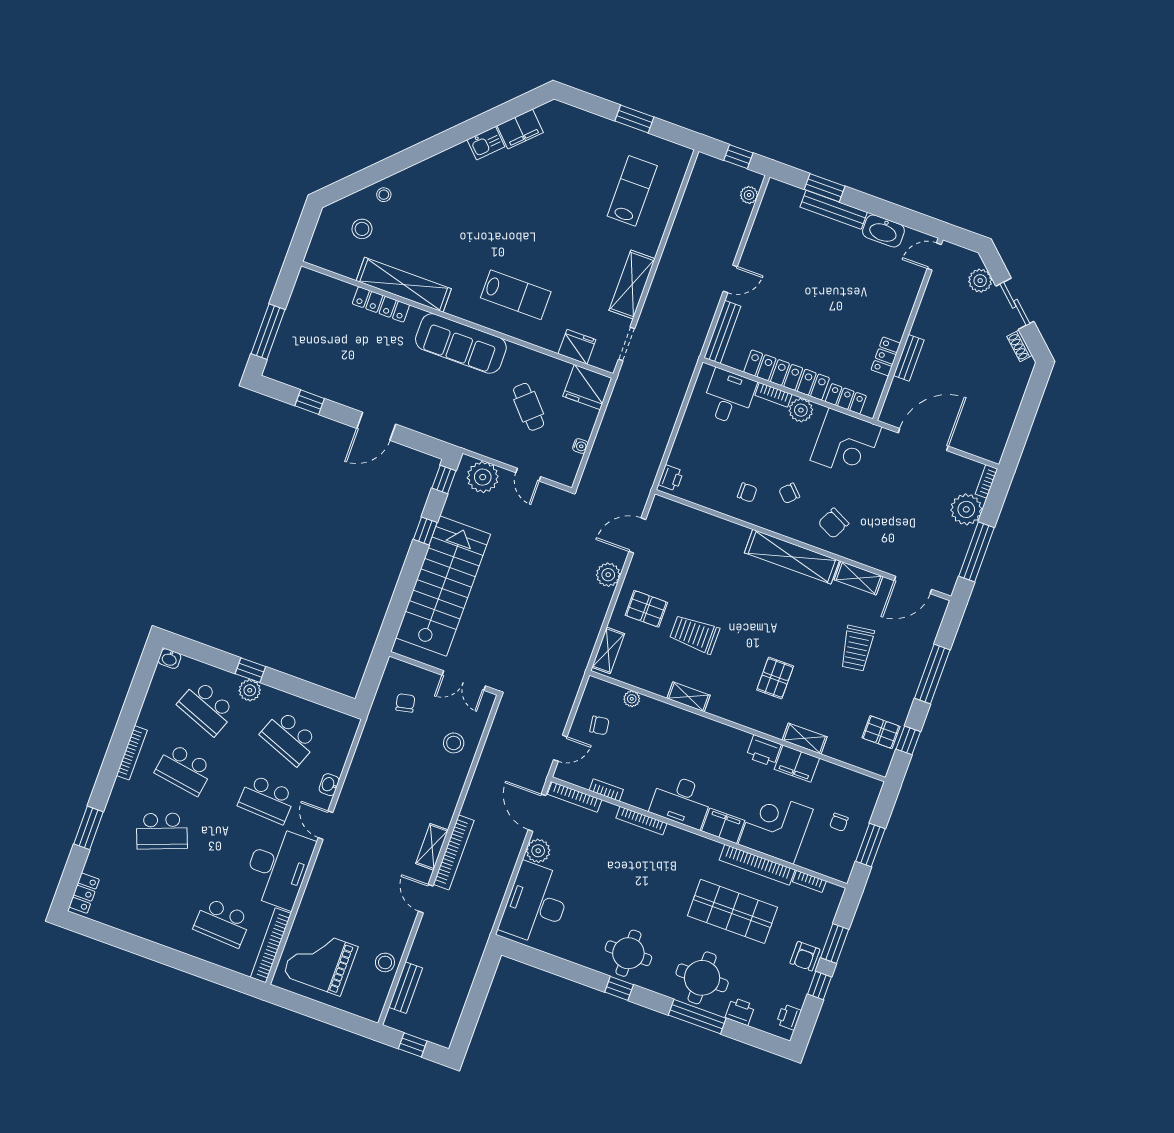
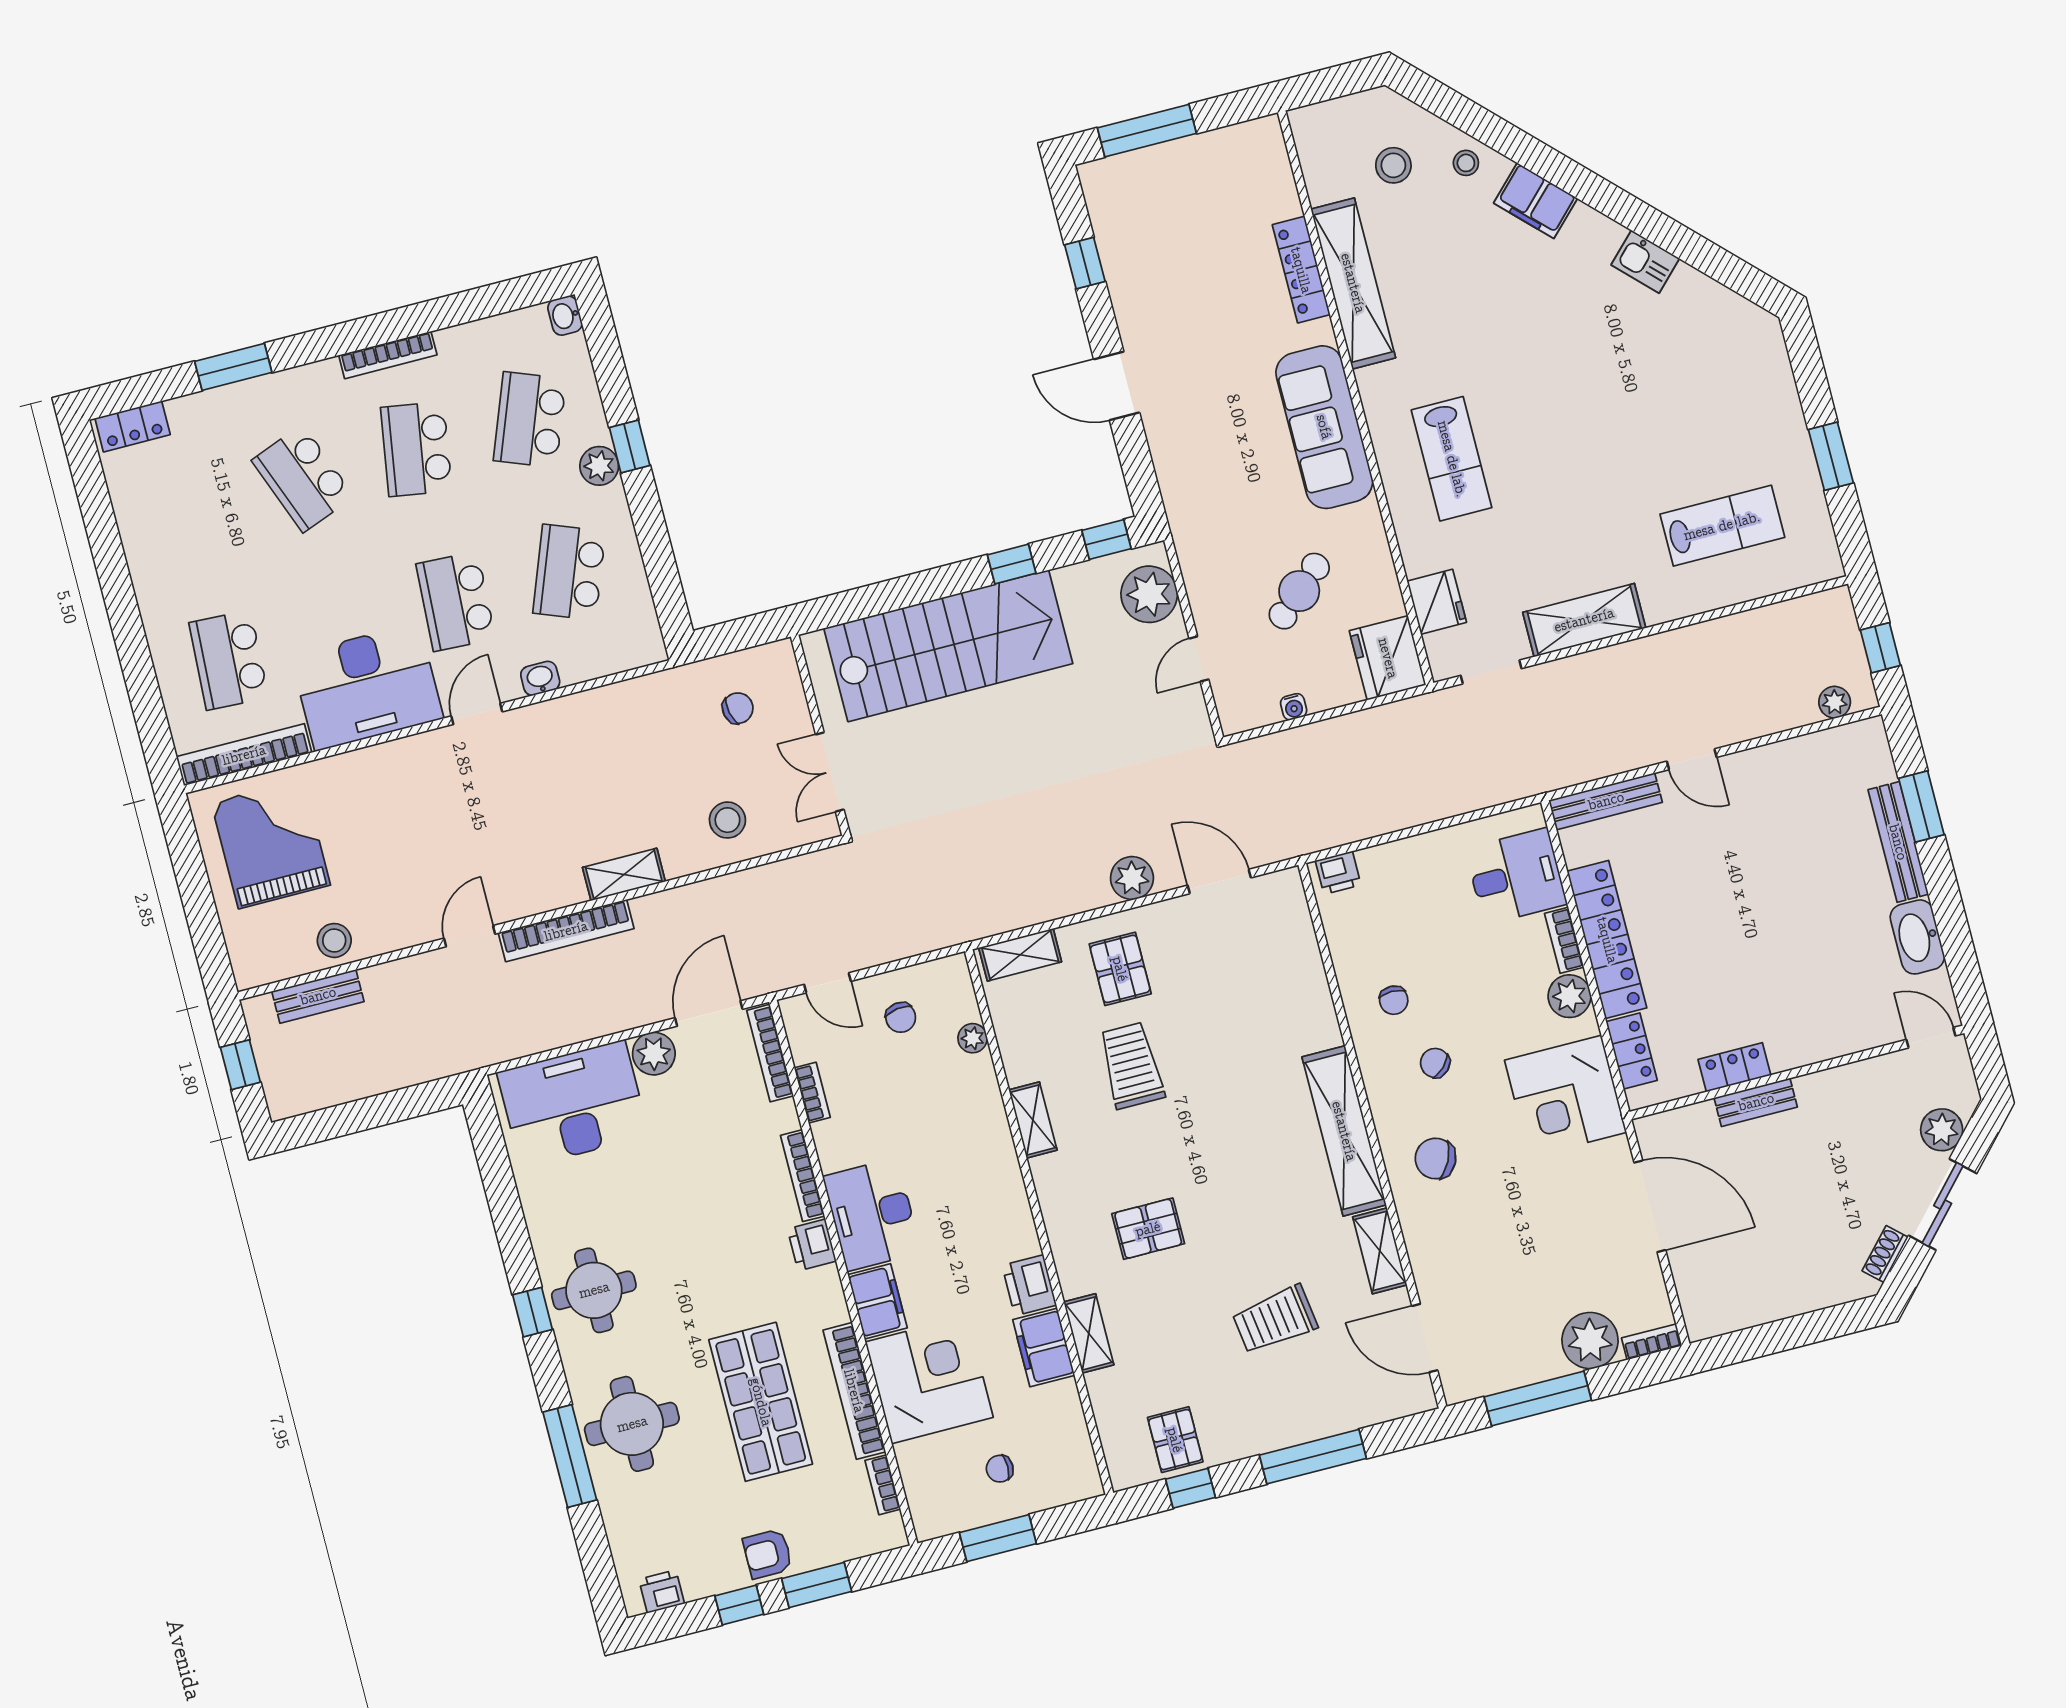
filing cabinet: (520, 129) -> (1536, 201), moved
shelving: (432, 847) -> (624, 875), moved
printer: (740, 1011) -> (812, 1245), moved, turned 180

